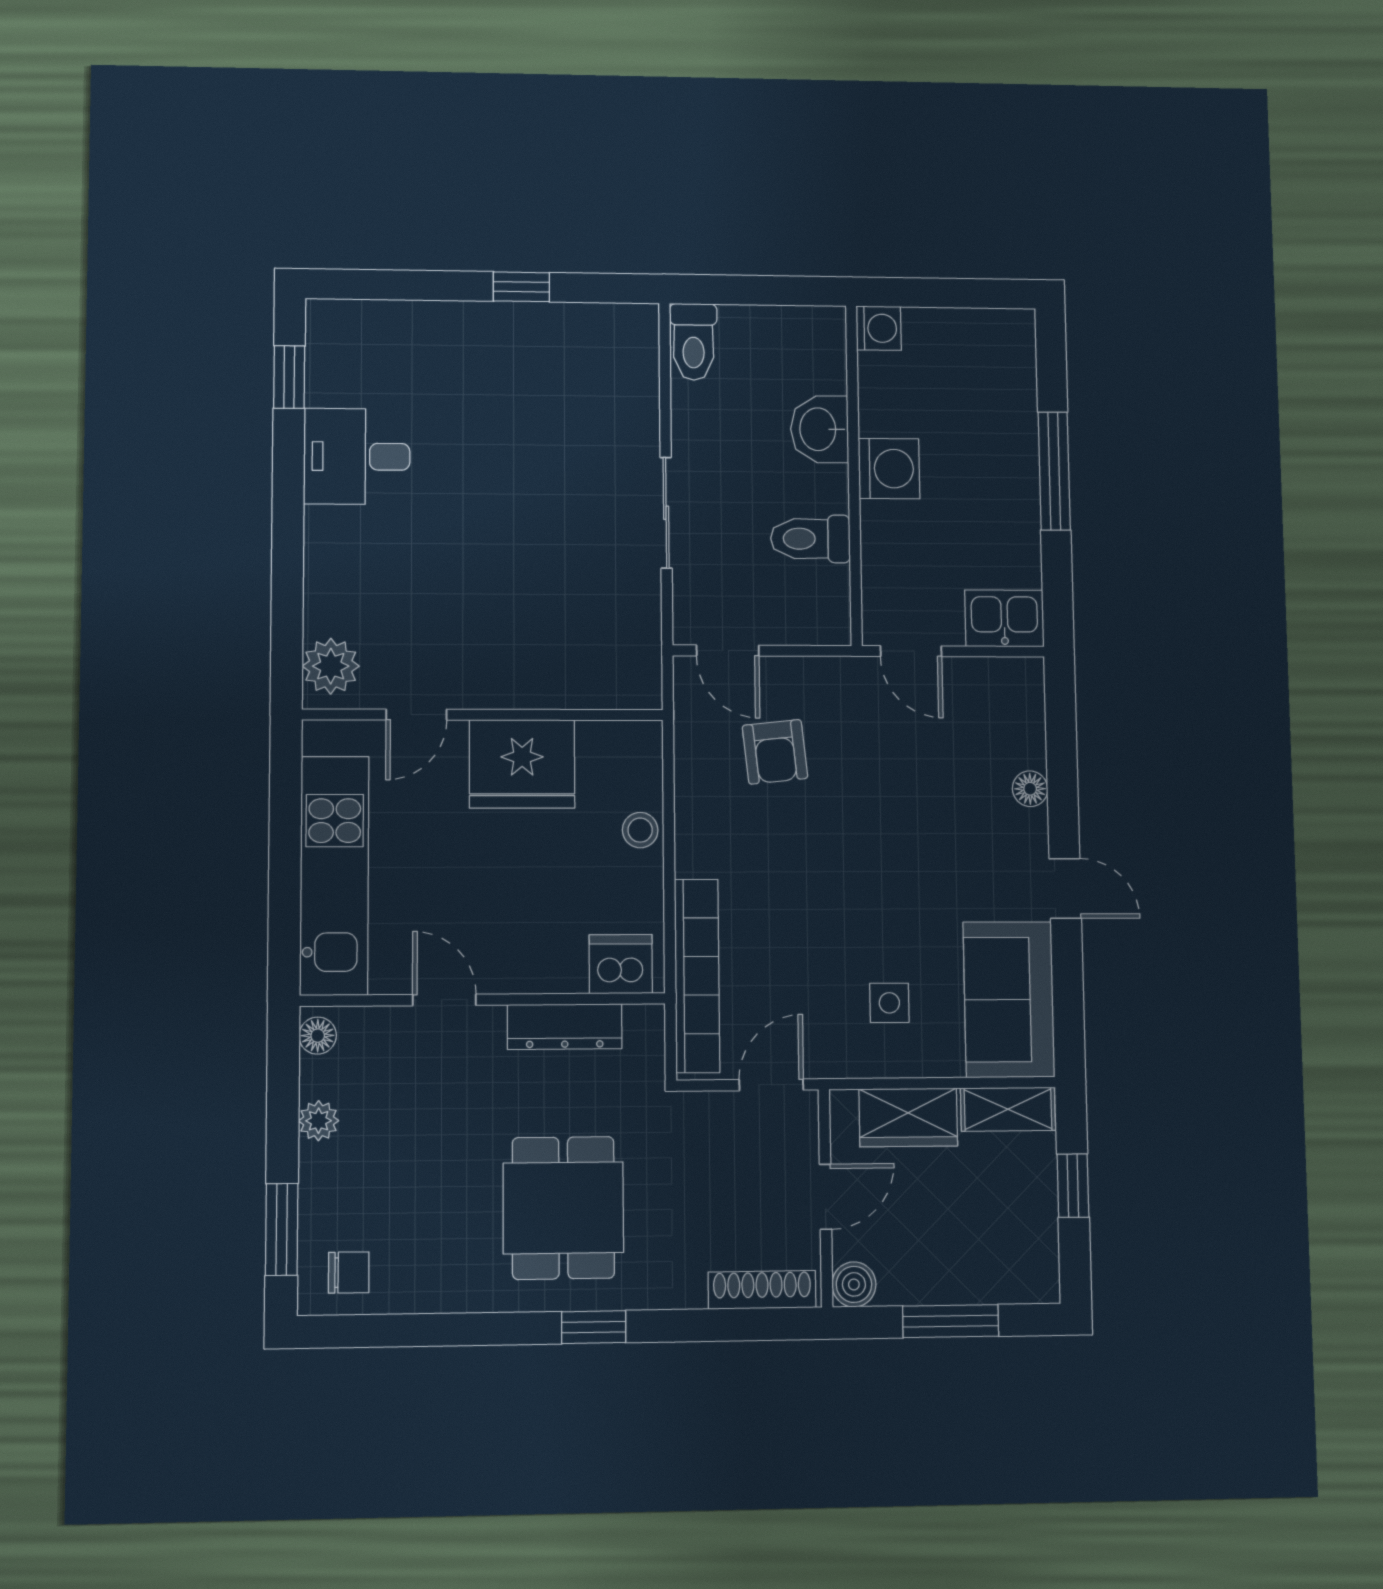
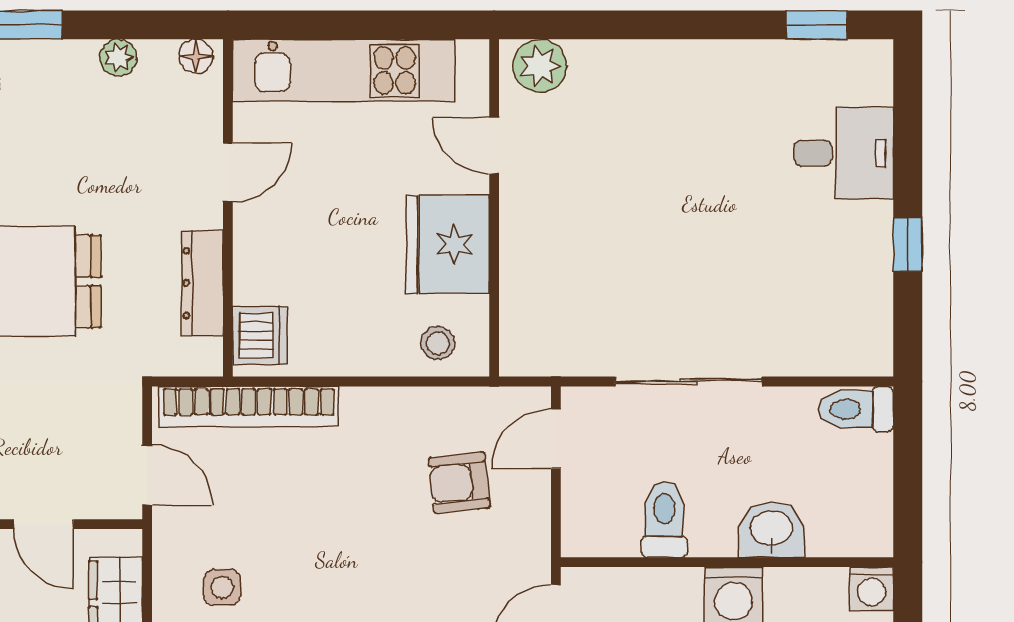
desk: (357, 456) -> (844, 153), moved, turned 90
sliding door: (666, 513) -> (689, 381), width x1.37
stool: (640, 830) -> (438, 343), moved

